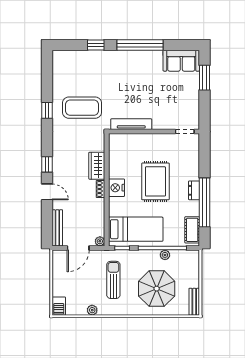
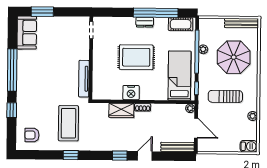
armchair: (69, 68) -> (32, 135), added
nightstand: (116, 188) -> (131, 93), moved
bench: (194, 302) -> (241, 23), width x1.36

